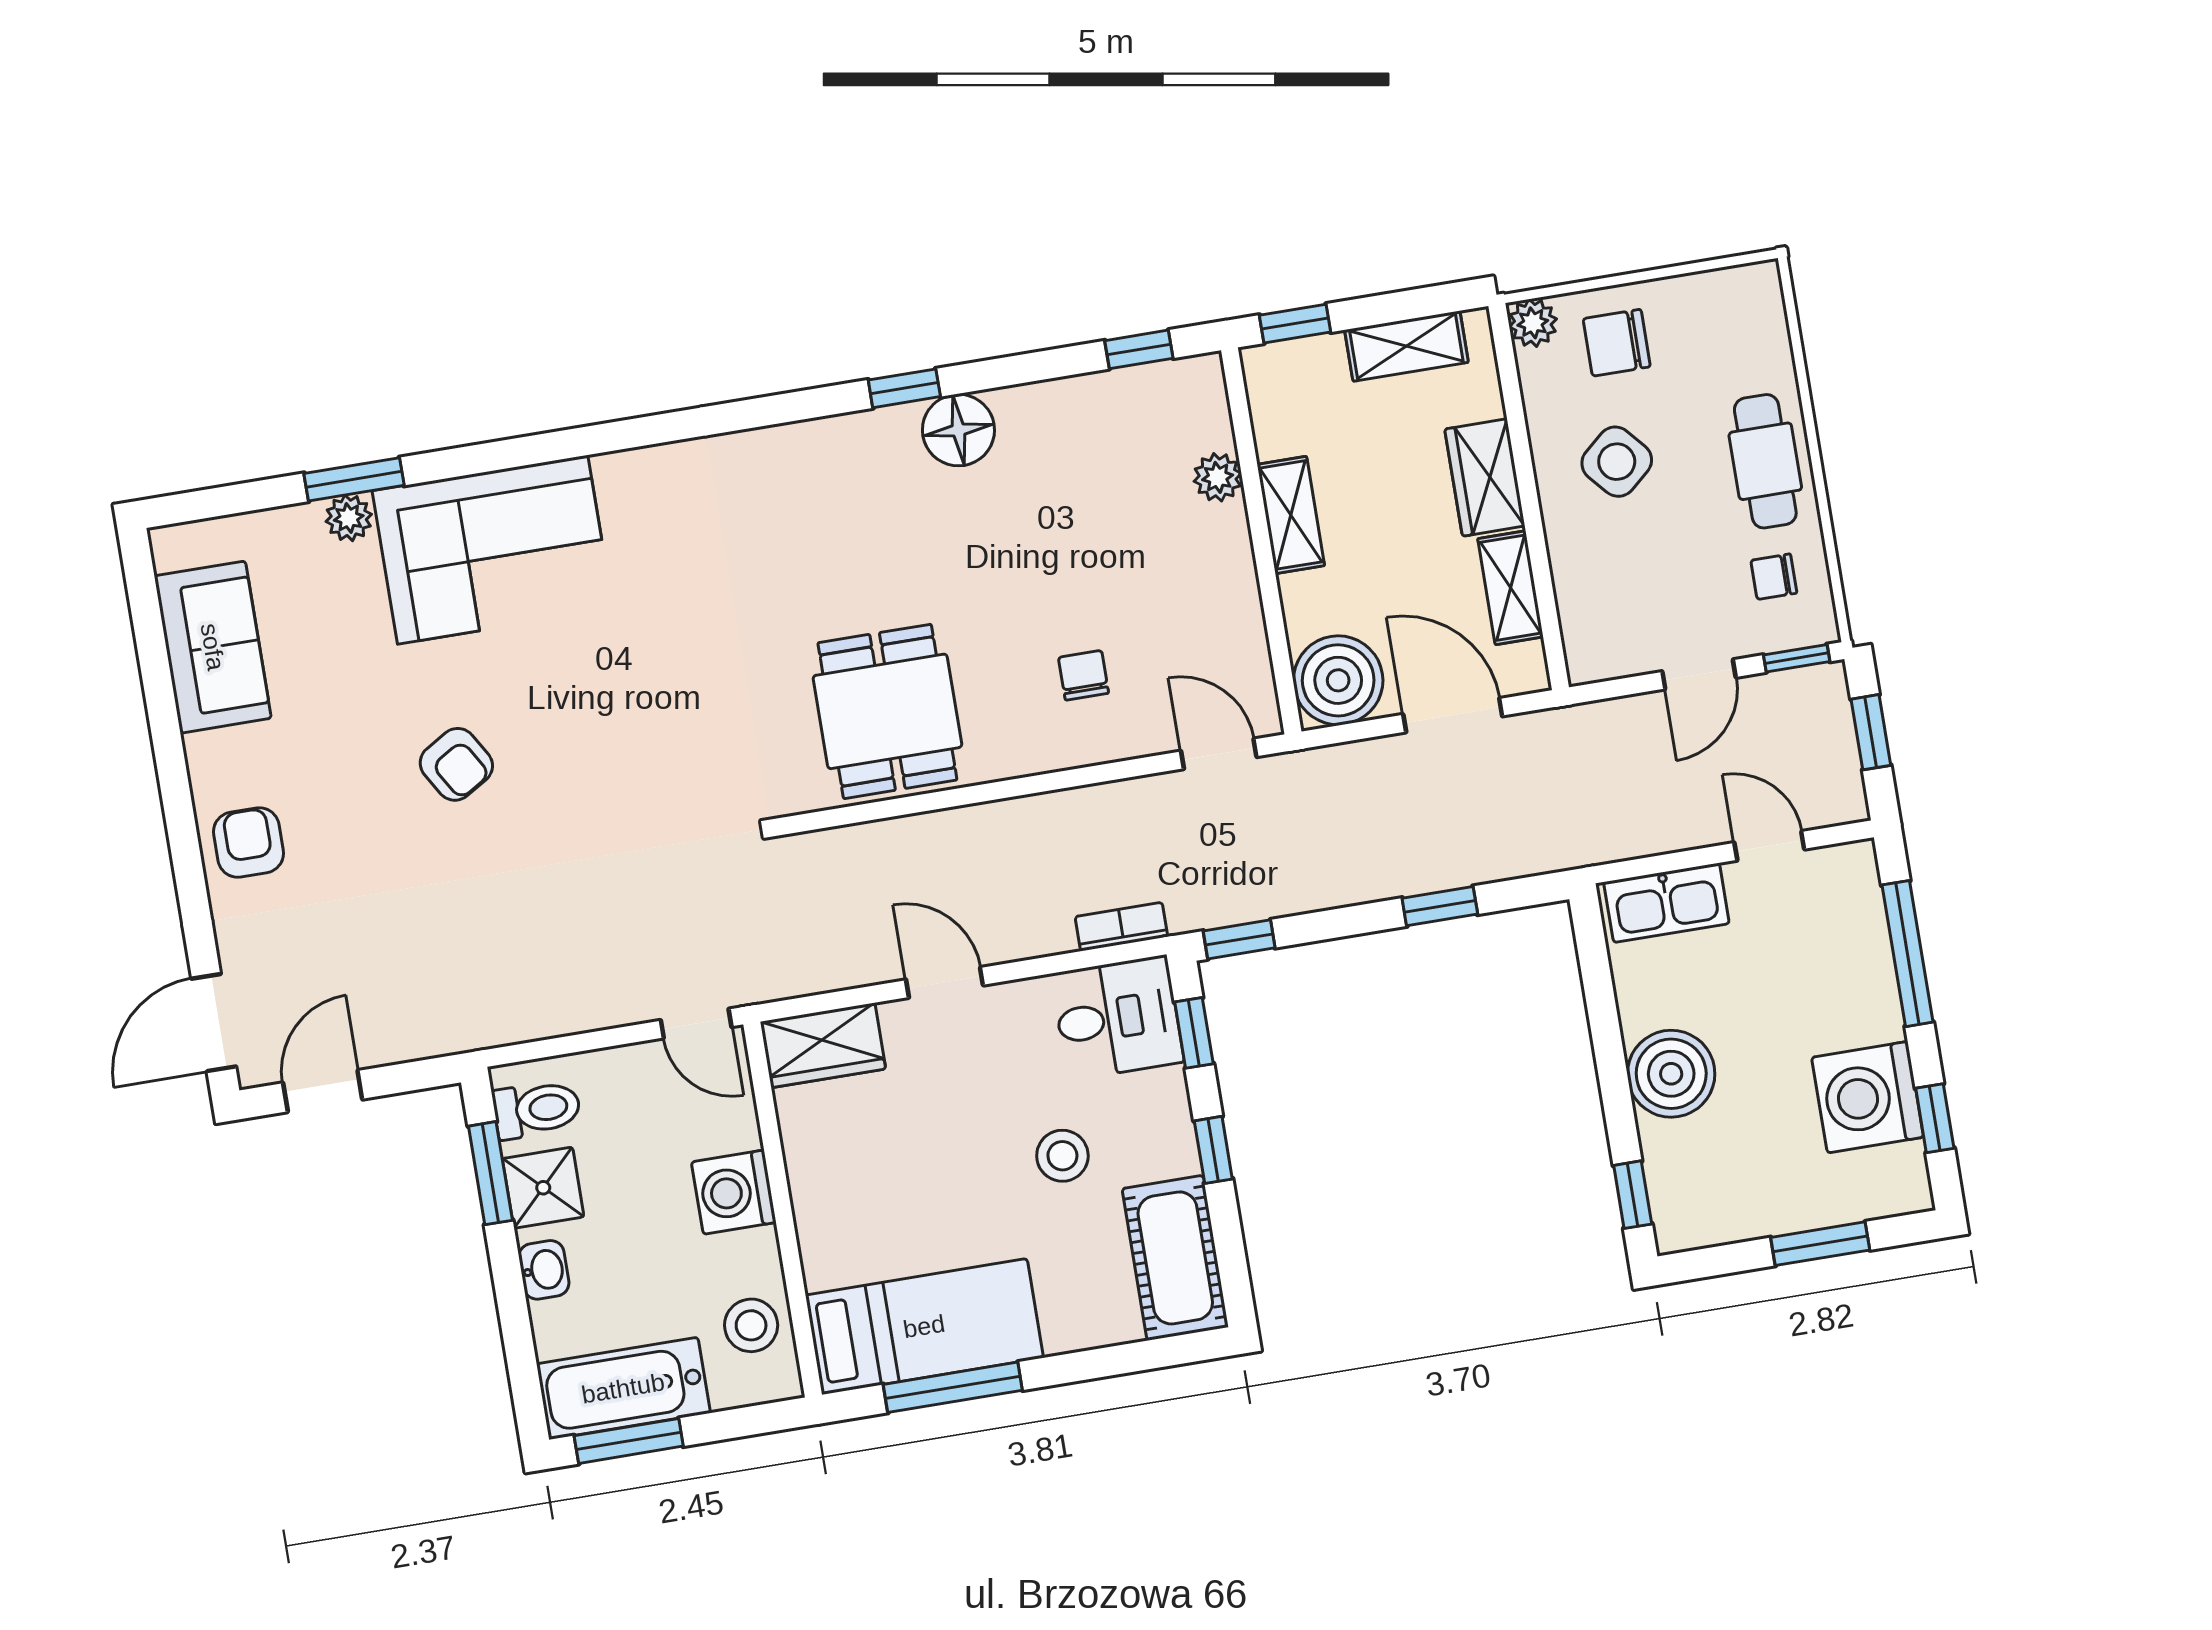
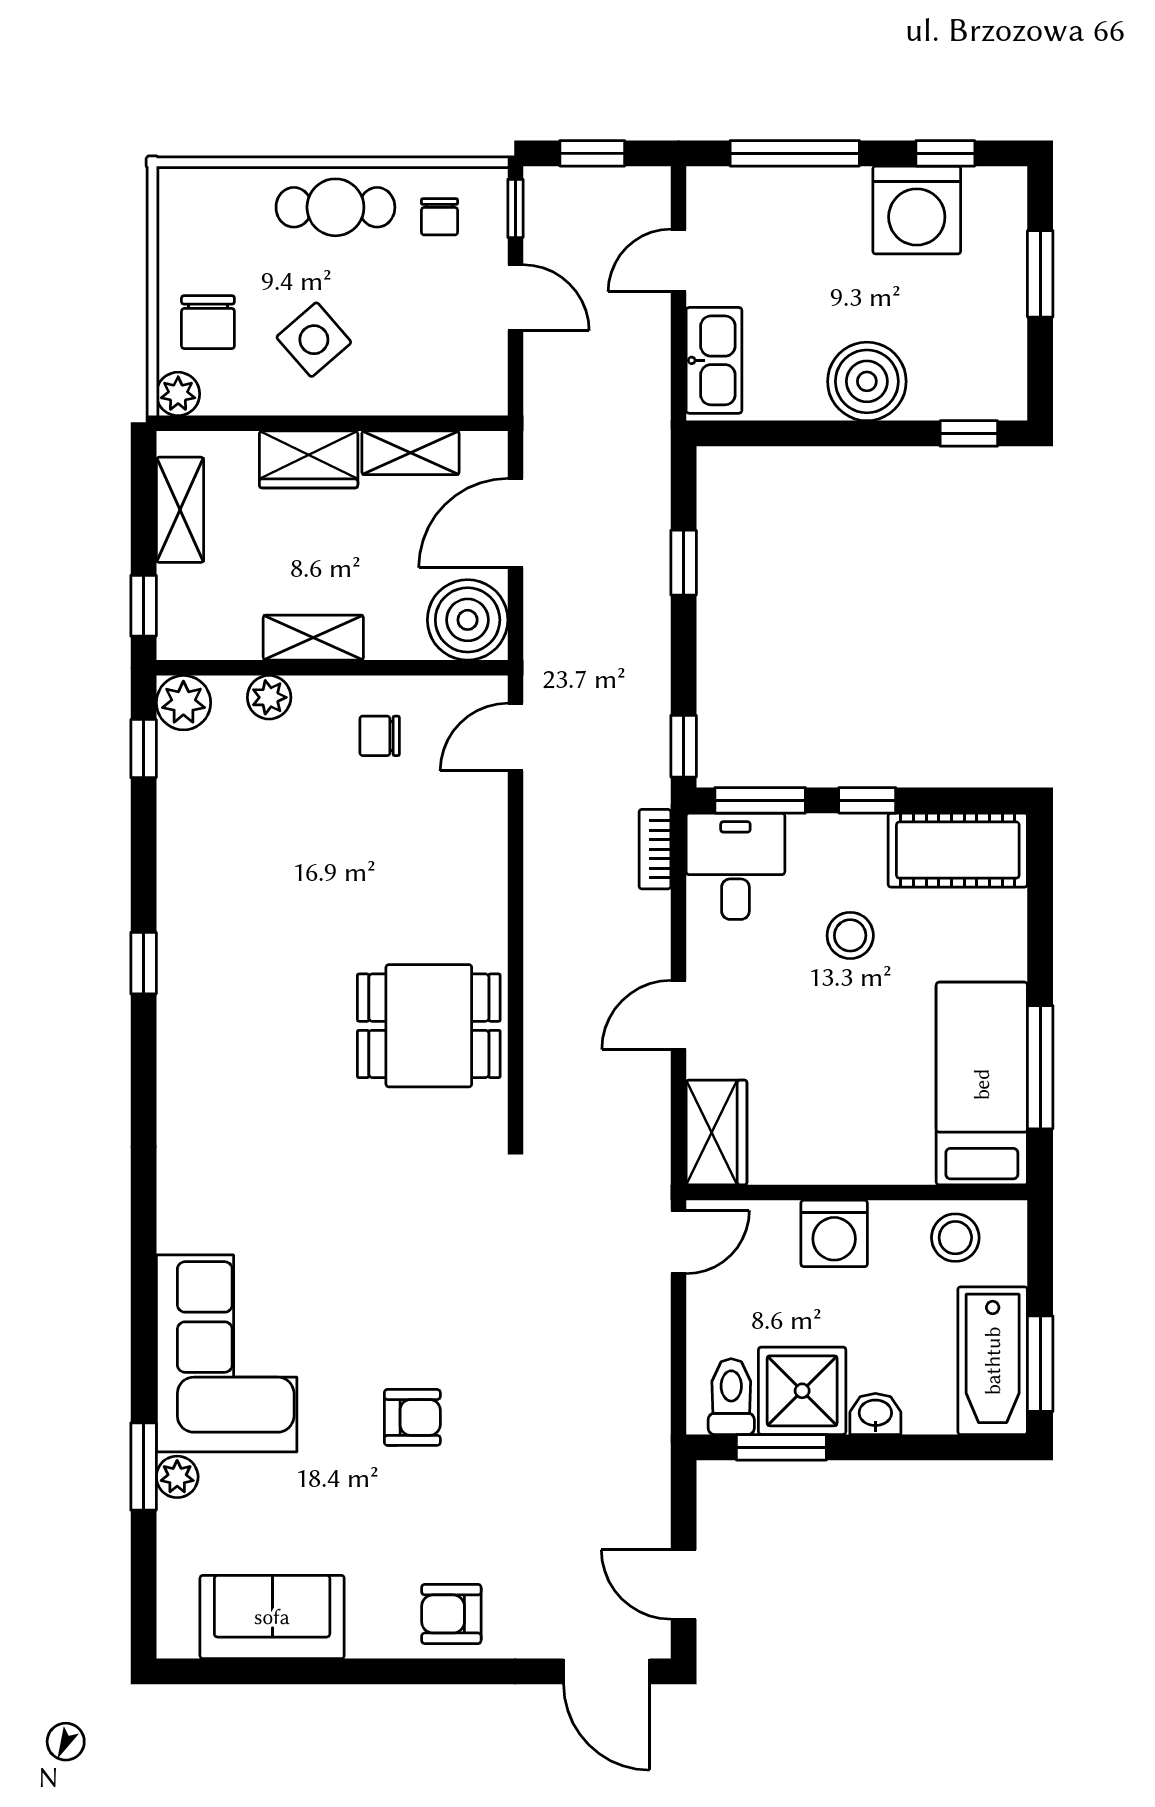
plant: (1196, 385) -> (183, 703), added
floor lamp: (958, 430) -> (189, 921), removed
chair: (1083, 675) -> (380, 736), moved
armchair: (456, 764) -> (412, 1417), turned 31
window: (1194, 1033) -> (760, 800), width x1.50
shower: (543, 1188) -> (802, 1391), width x1.36, depth x1.36

